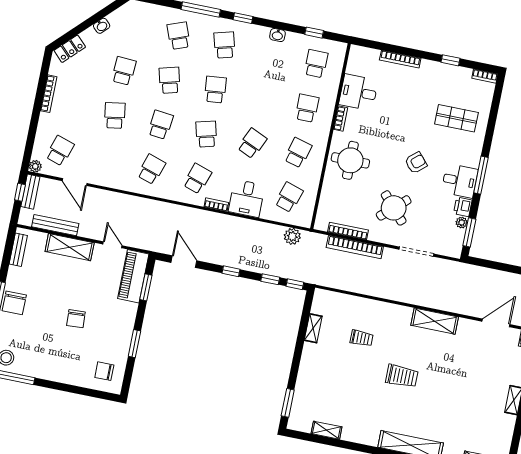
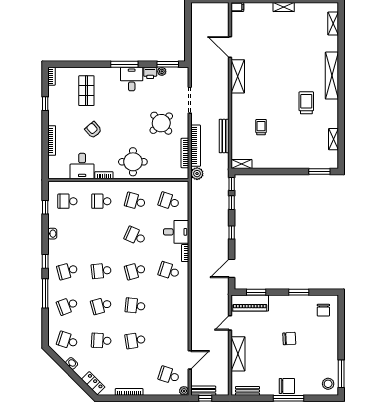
armchair: (416, 163) -> (93, 130), moved
school desk: (151, 169) -> (67, 340), moved
bench: (55, 225) -> (224, 136), moved
plant: (292, 236) -> (197, 174), moved
door: (496, 323) -> (230, 47), moved
shelving: (313, 328) -> (241, 164), moved
trolley: (402, 376) -> (306, 103), moved

